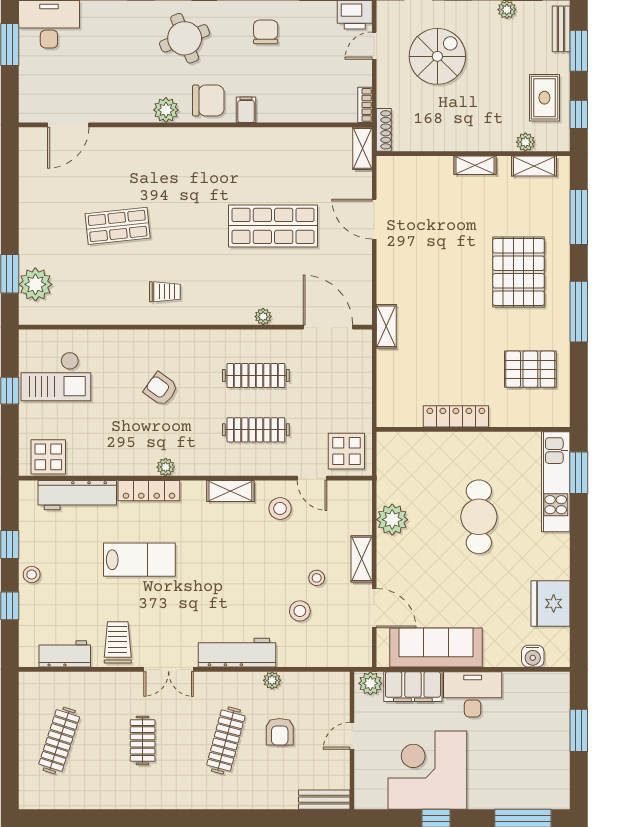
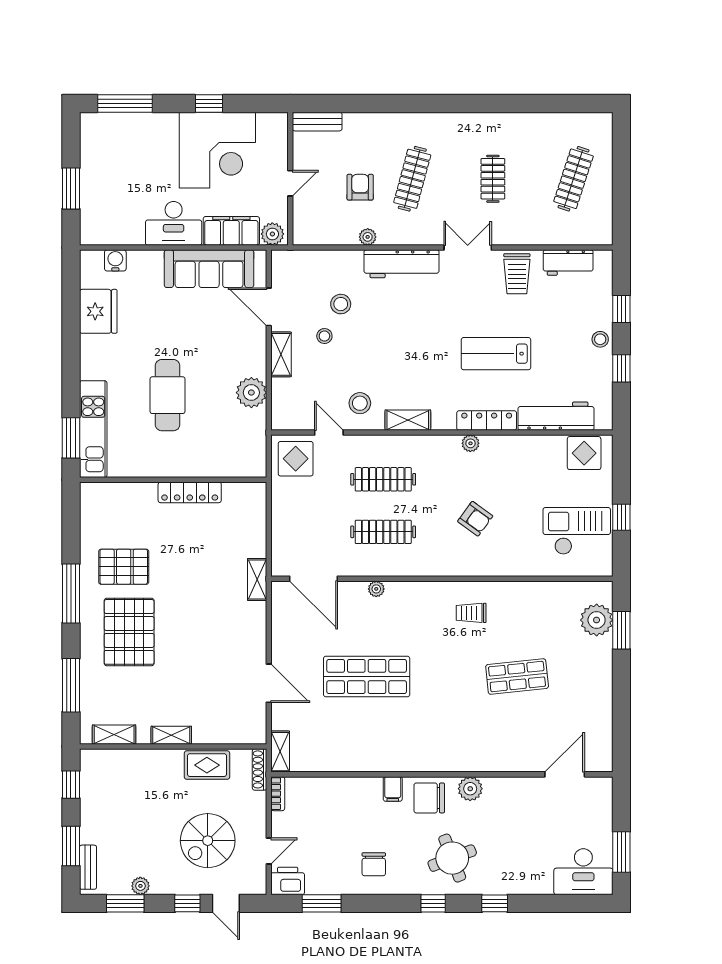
rug: (544, 98) -> (207, 765), moved, turned 90
plant: (525, 142) -> (122, 758), removed
pallet: (530, 369) -> (124, 567), moved

